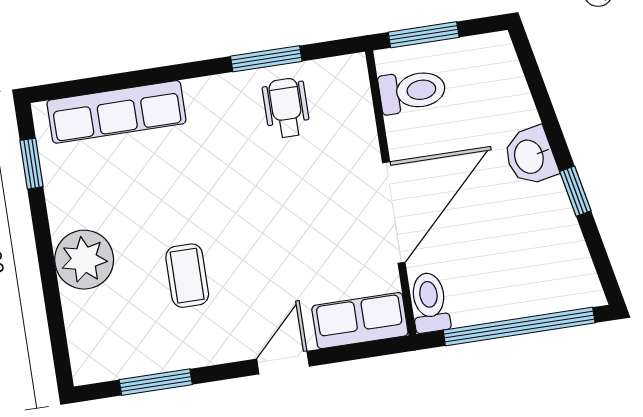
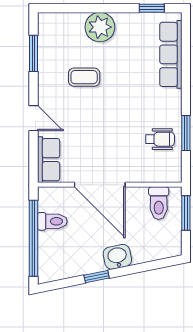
toilet: (430, 302) -> (52, 221), moved

